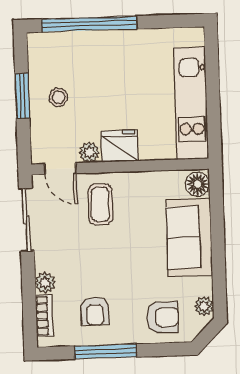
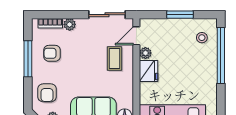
stool: (58, 97) -> (202, 38), moved
coffee table: (100, 204) -> (115, 59), turned 90

